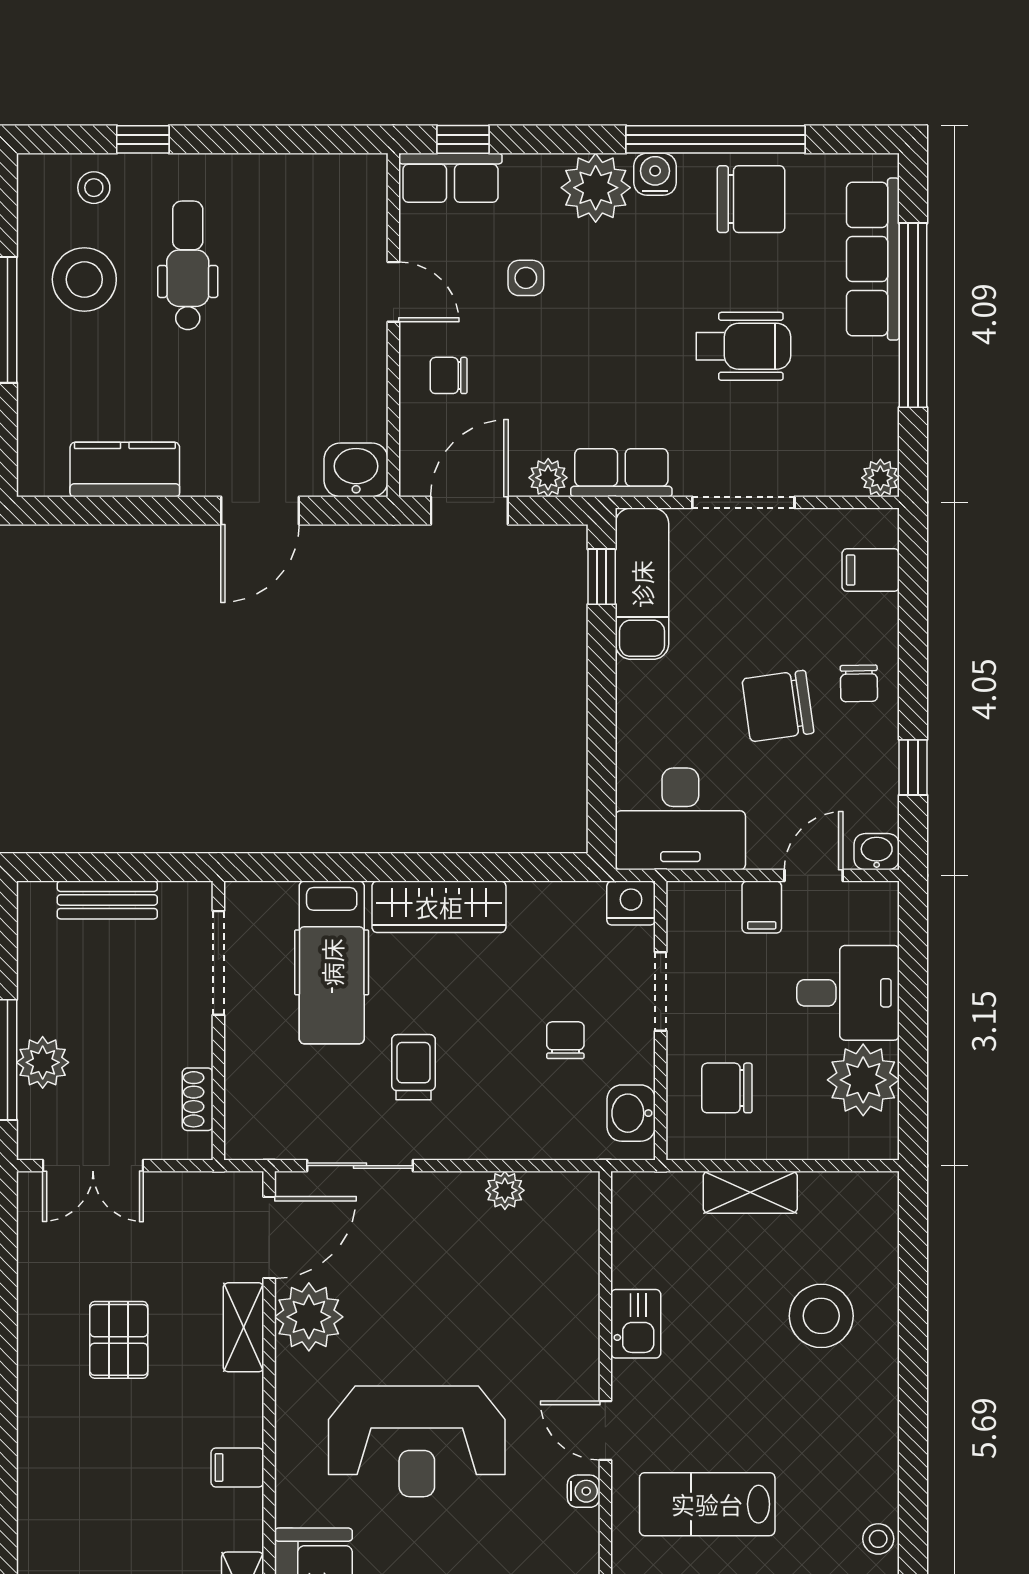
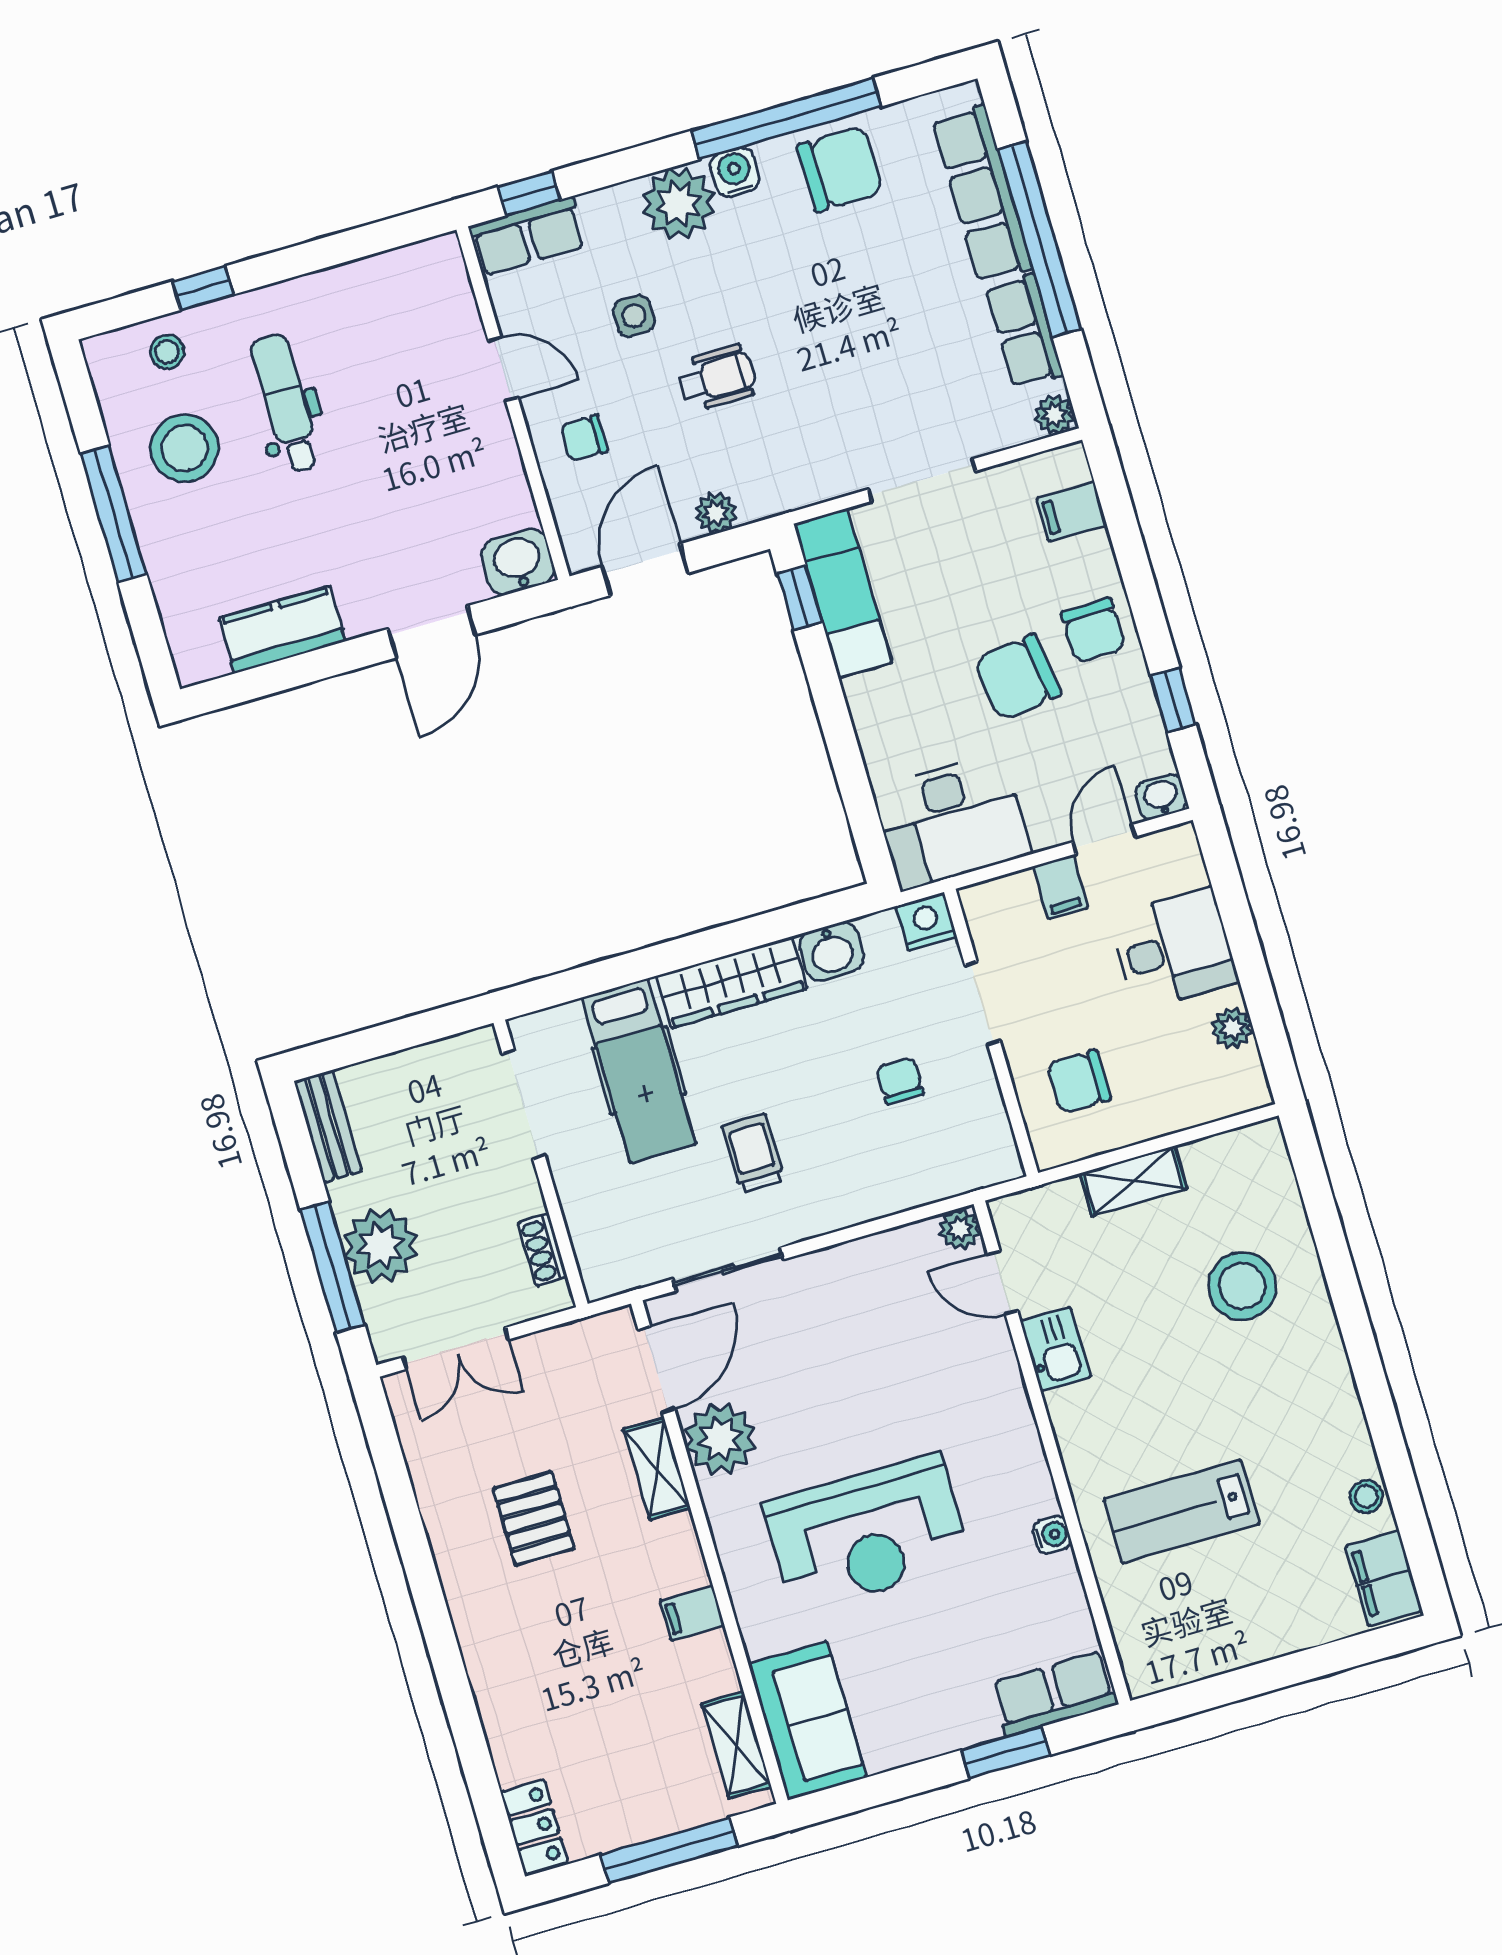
wheelchair: (743, 346) -> (717, 378), moved, width x0.73, depth x0.73
row of seats: (621, 473) -> (1024, 331), moved, turned -90
chair: (859, 683) -> (1093, 630), width x1.37, depth x1.37
bench: (107, 900) -> (328, 1126), moved, turned 90
plant: (43, 1062) -> (381, 1246), width x1.36, depth x1.36
plant: (863, 1080) -> (1232, 1028), width x0.53, depth x0.53
washbasin: (631, 1113) -> (832, 951), moved, turned -90
plant: (505, 1190) -> (960, 1229), moved
door: (605, 1430) -> (1003, 1283), moved

